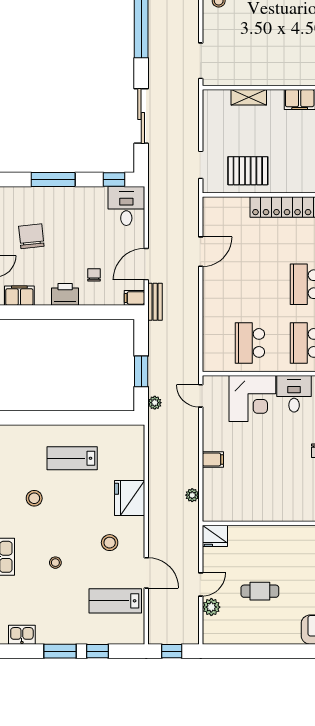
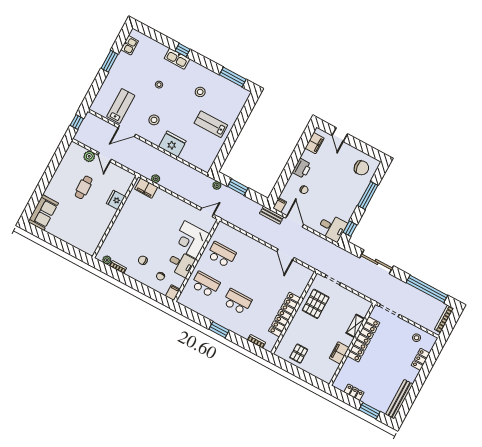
locker: (262, 75) -> (363, 339), added
chair: (31, 236) -> (361, 168), moved
lab bench: (72, 458) -> (211, 124), turned -90
filing cabinet: (213, 459) -> (146, 188), moved, width x2.00
fridge: (215, 536) -> (116, 200), moved
window: (97, 651) -> (99, 82), removed

